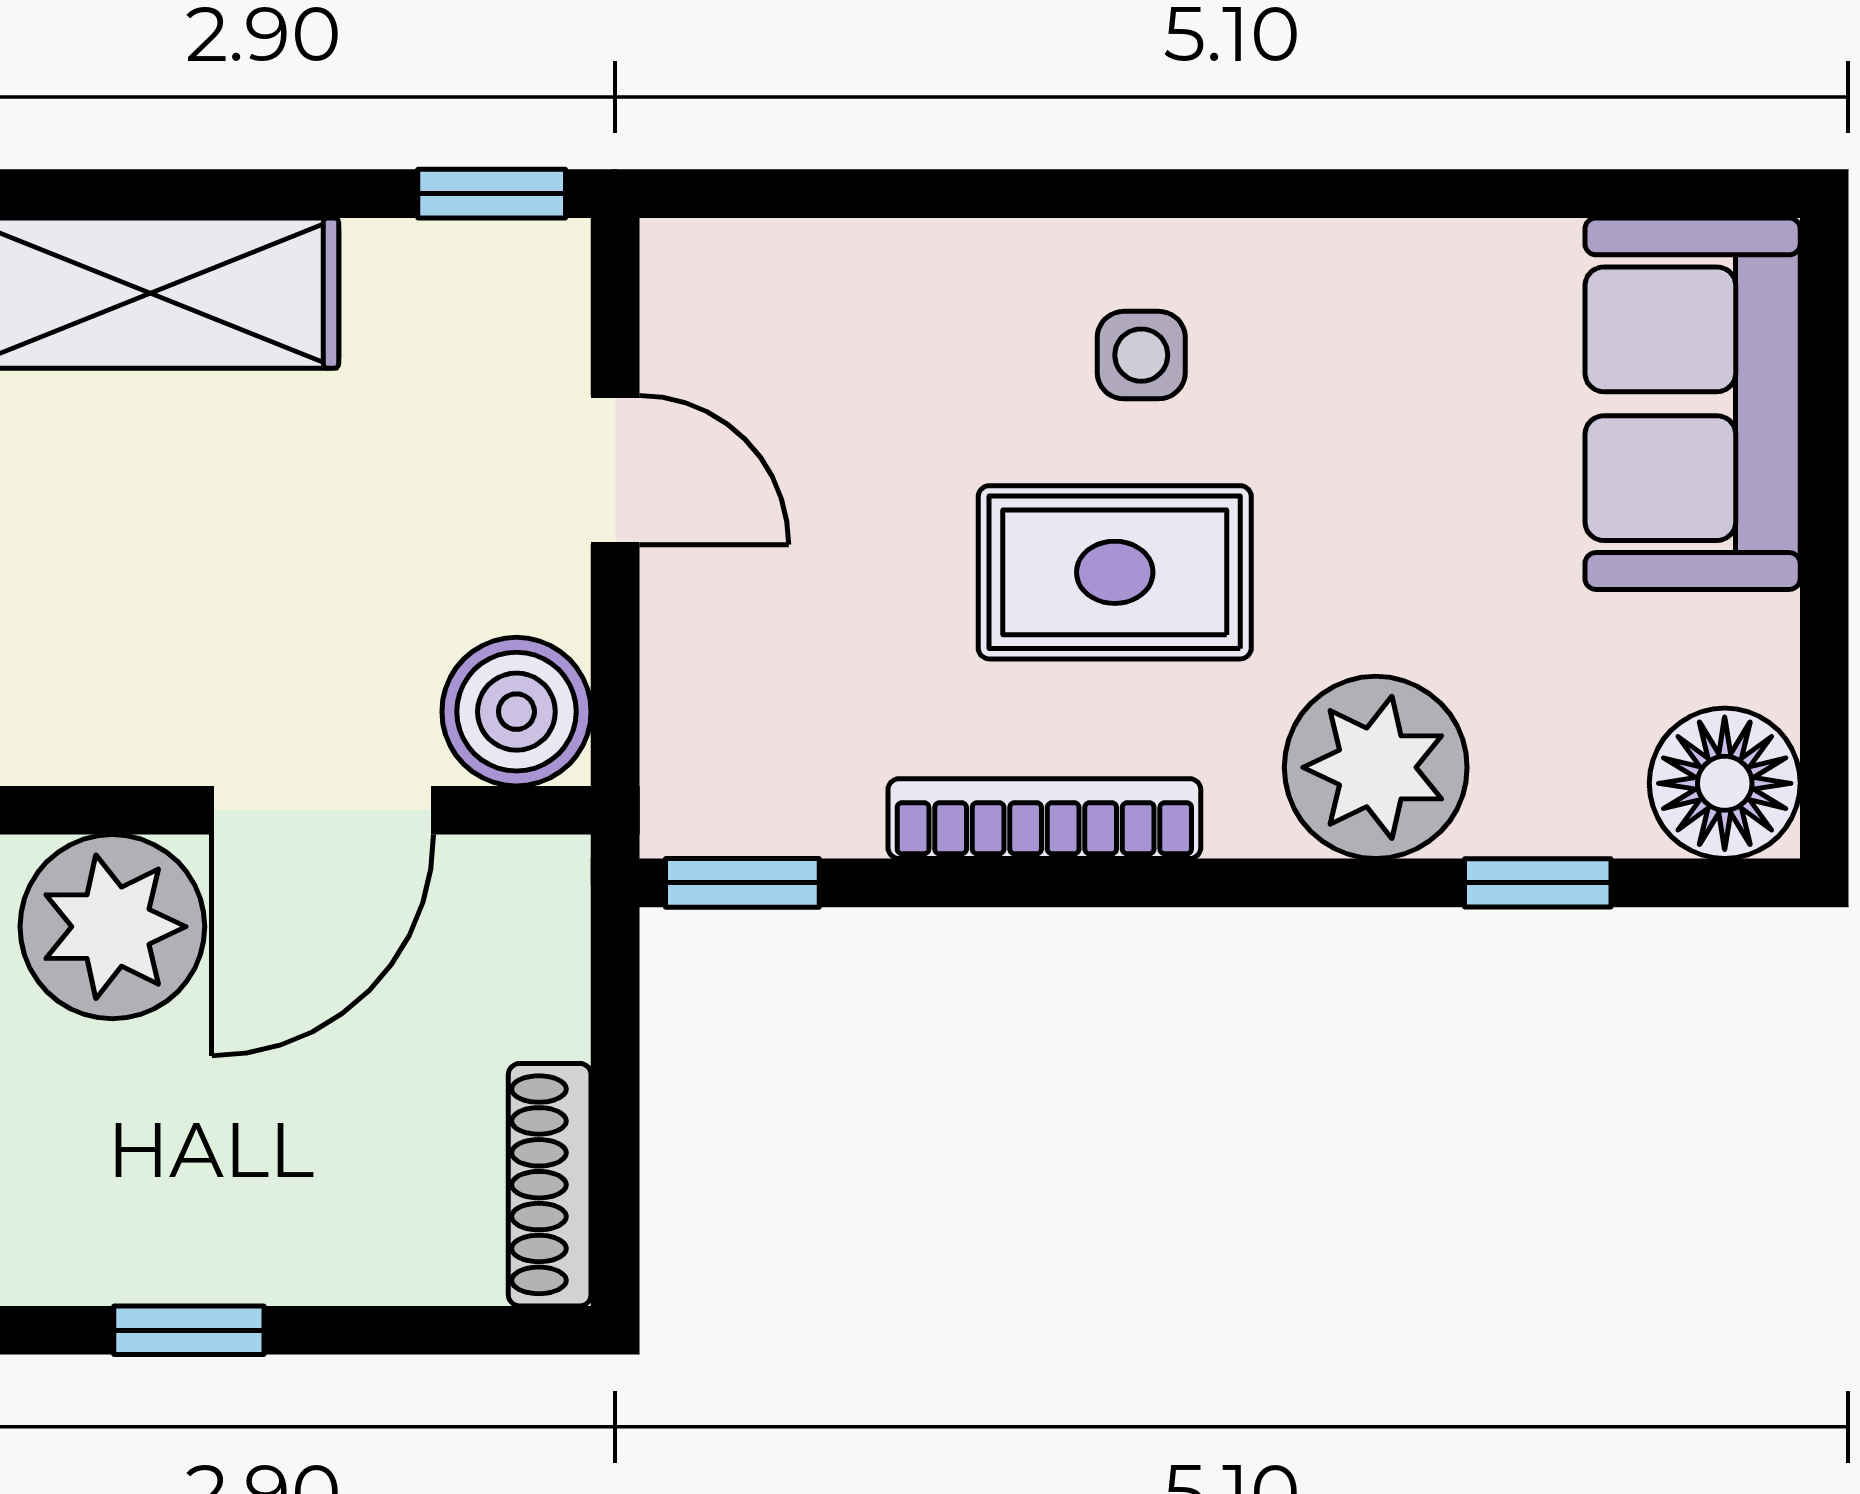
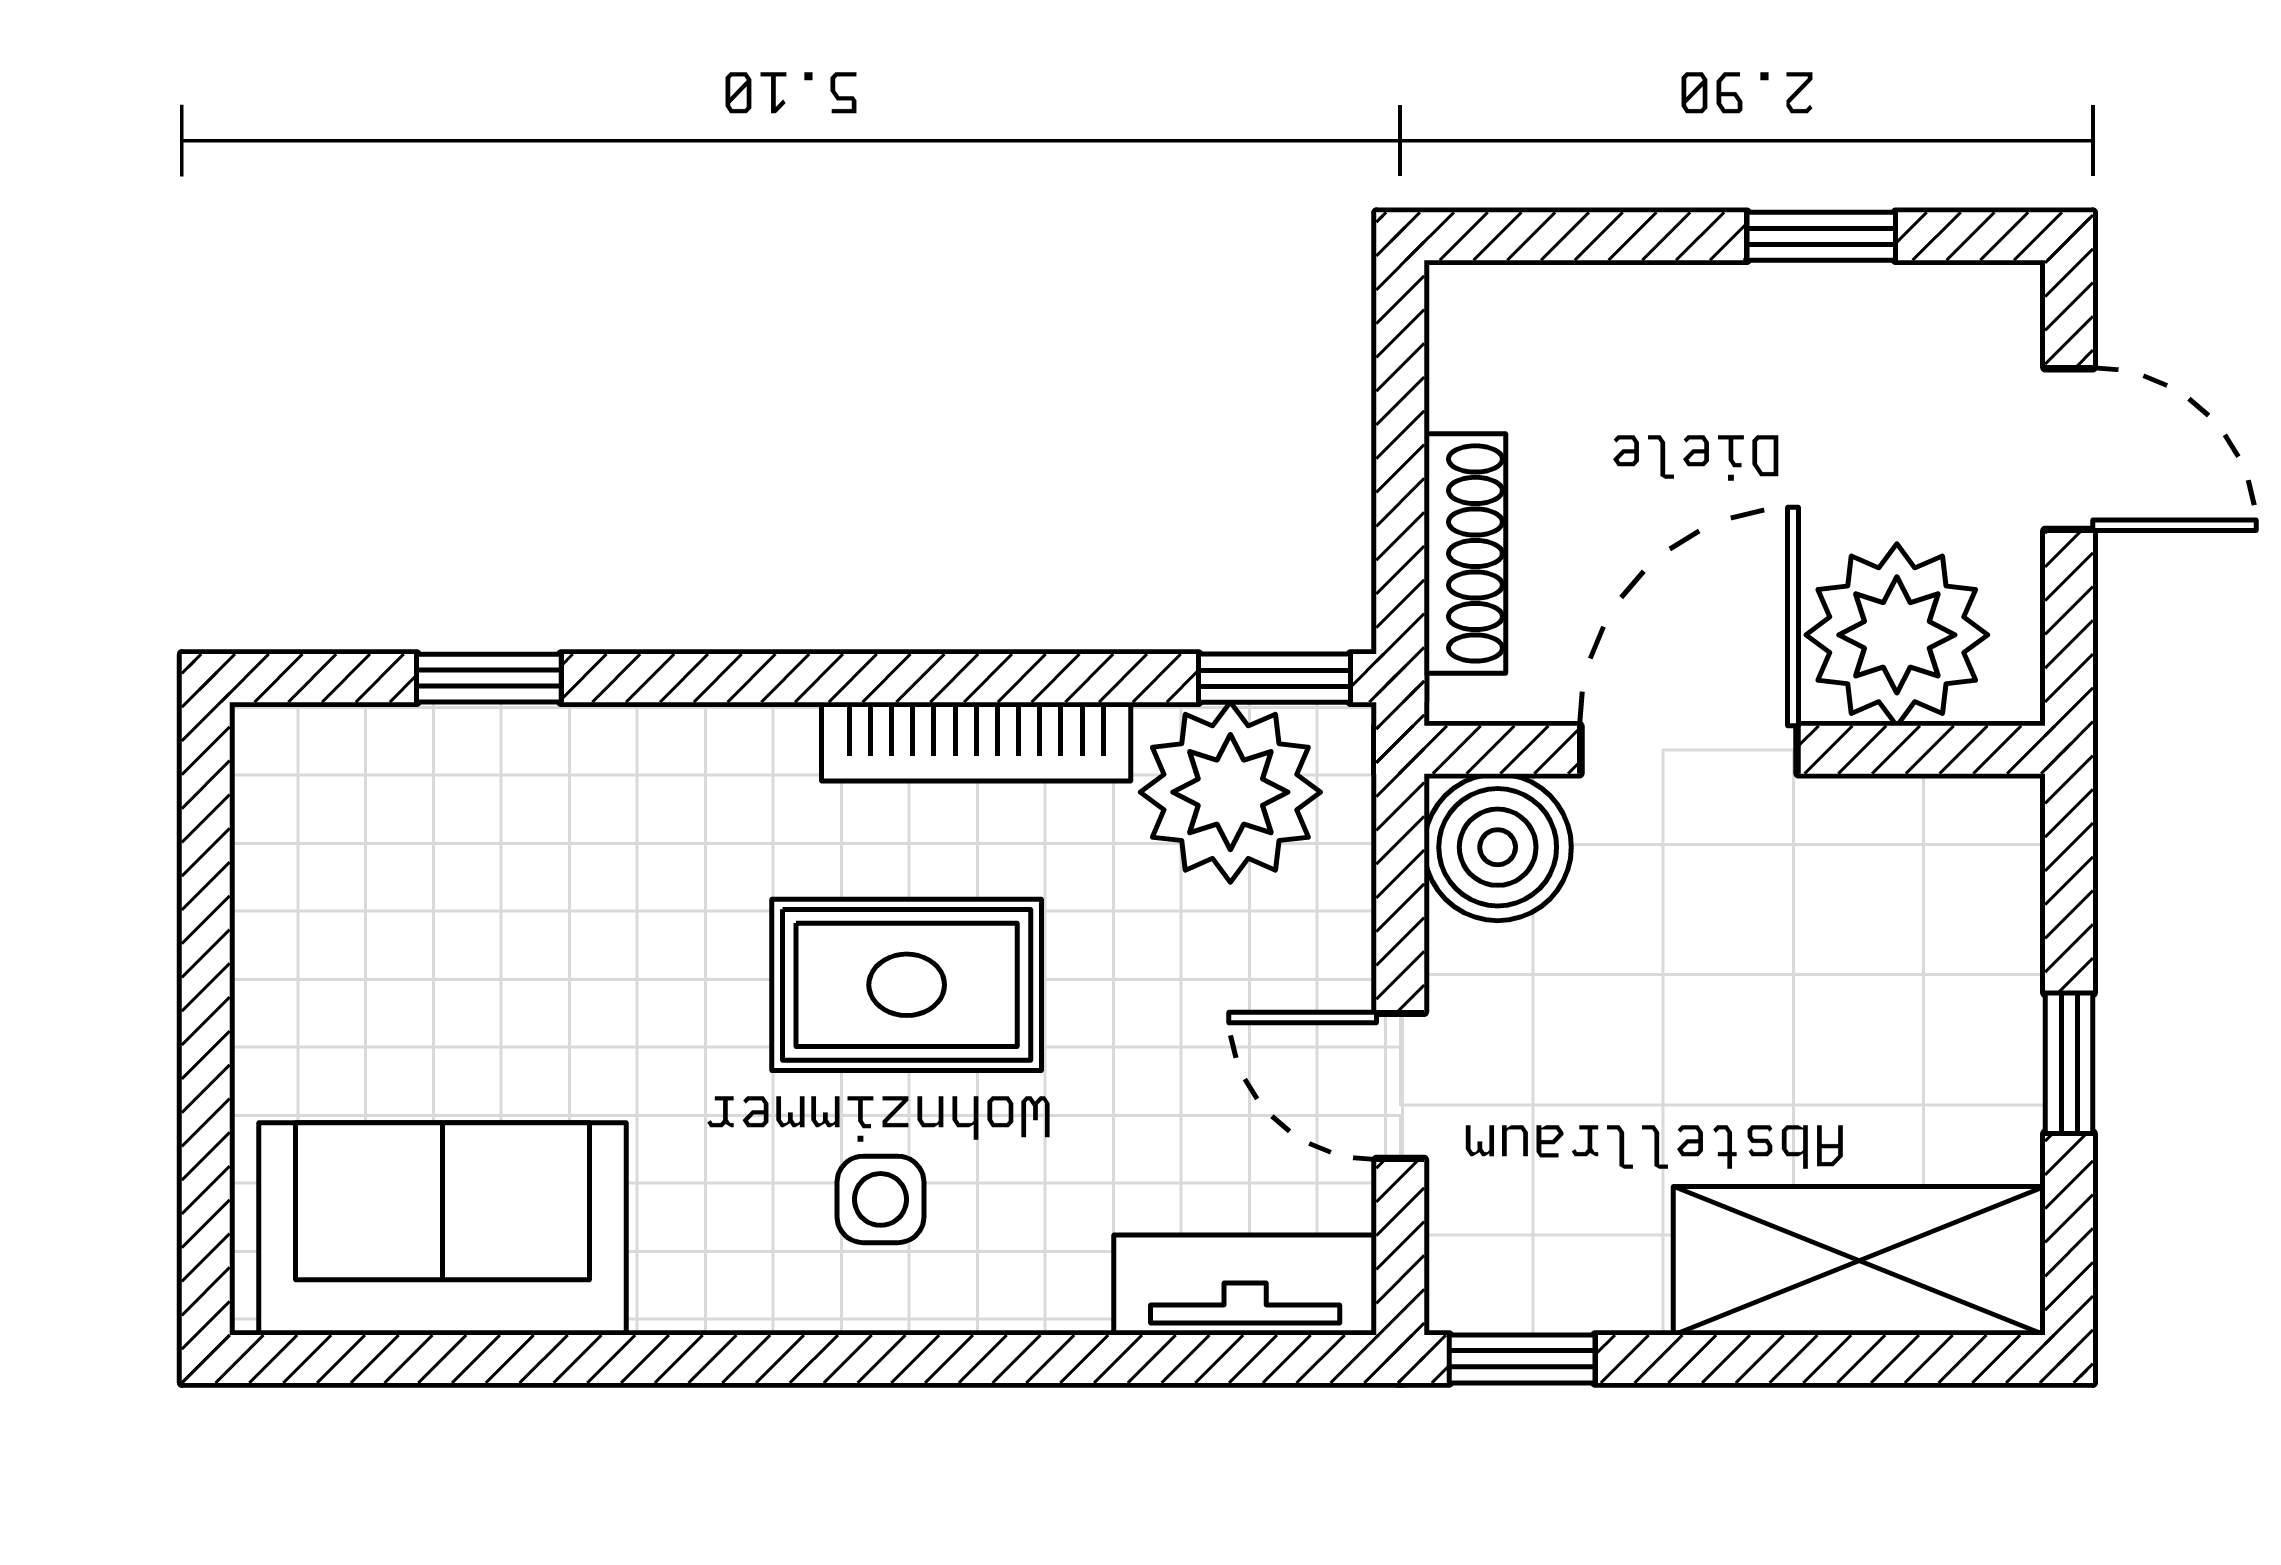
tv unit: (772, 269) -> (1245, 1285), added
sofa: (1693, 404) -> (443, 1229), moved, turned -90
plant: (1376, 767) -> (1230, 792), moved
floor lamp: (1725, 783) -> (304, 776), removed
shoe rack: (550, 1185) -> (1465, 553), moved

